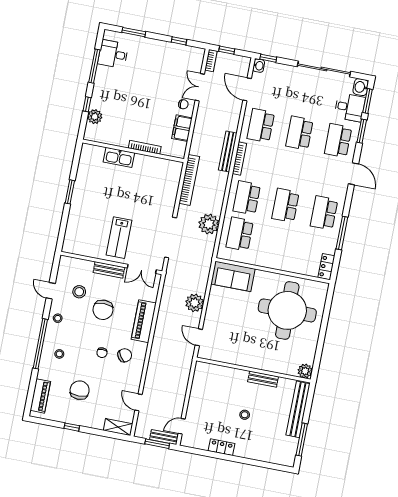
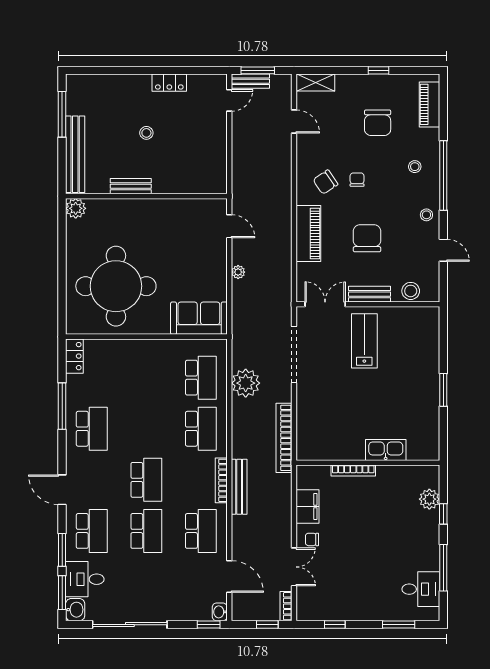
school desk: (285, 205) -> (146, 480), moved
stool: (79, 292) -> (411, 291), moved
plant: (195, 303) -> (238, 272), width x0.53, depth x0.53

